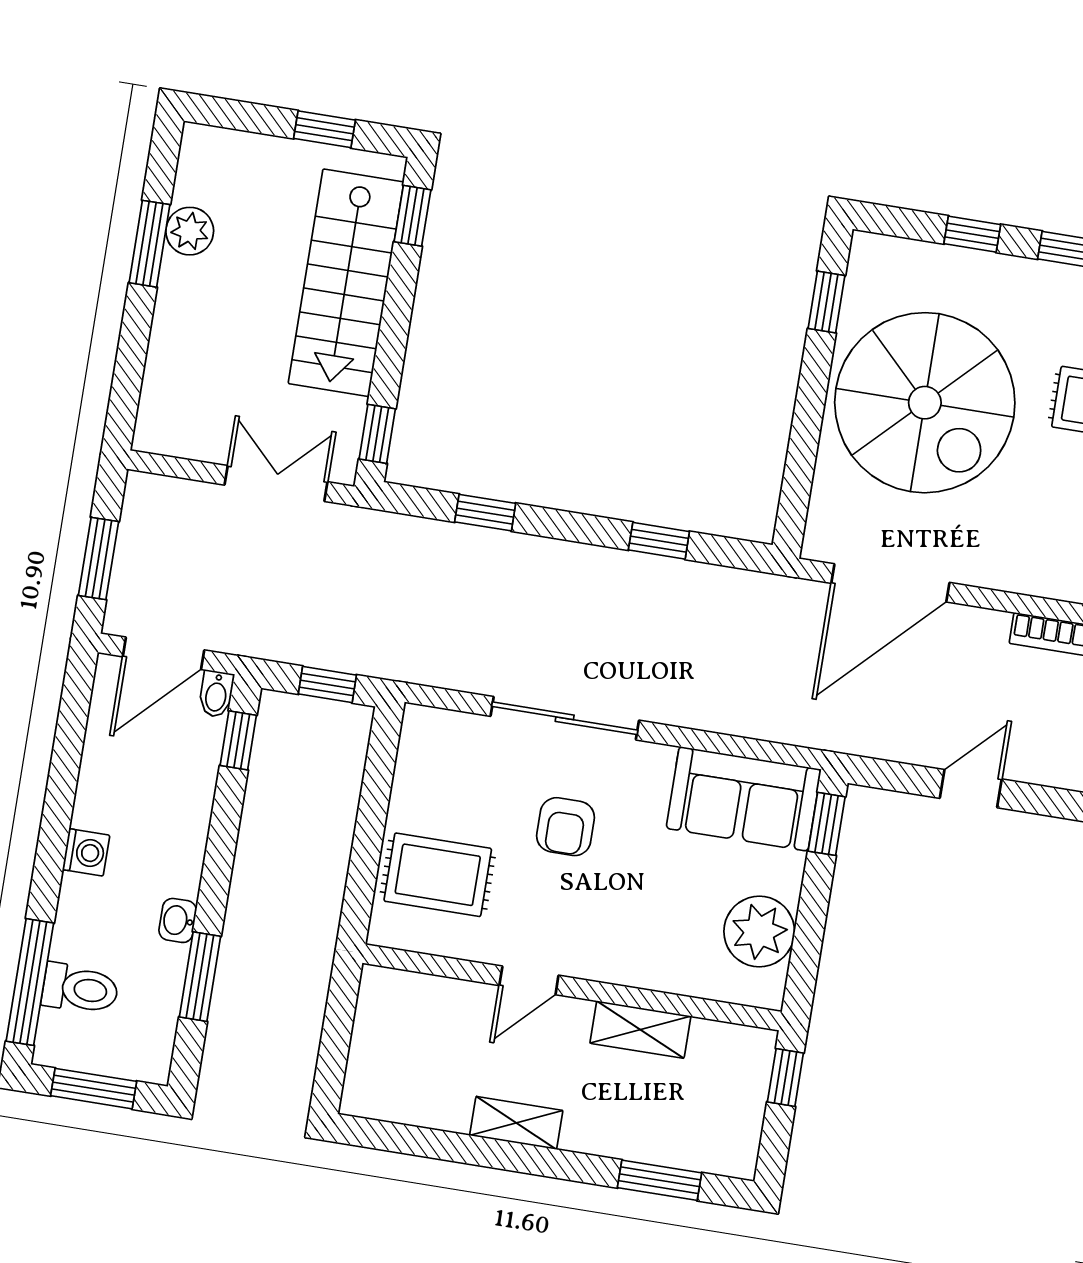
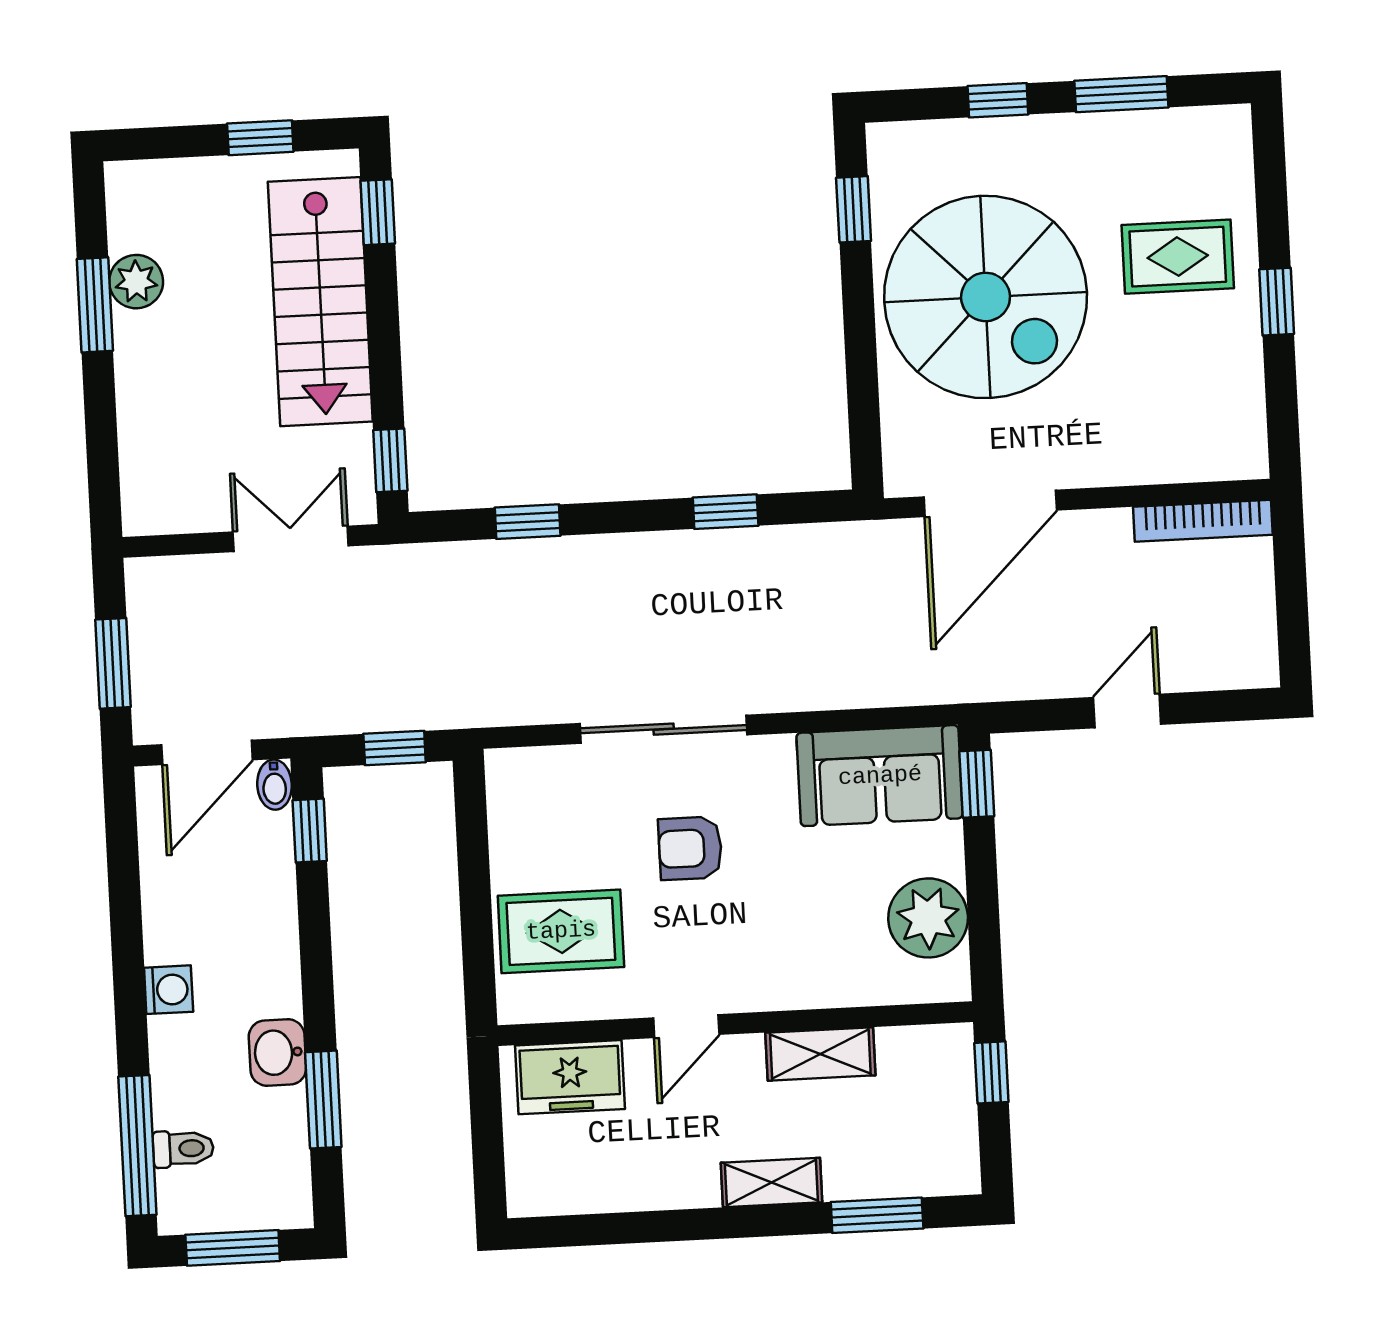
armchair: (566, 827) -> (690, 848), turned 90
washbasin: (178, 920) -> (277, 1052), width x1.38, depth x1.45
toilet: (80, 989) -> (183, 1149), width x0.73, depth x0.72
freezer: (418, 1003) -> (570, 1077), added
shelving: (516, 1123) -> (771, 1183), moved

